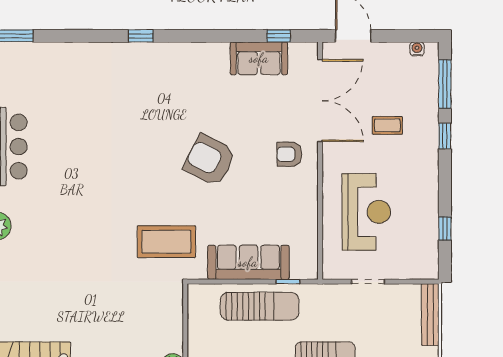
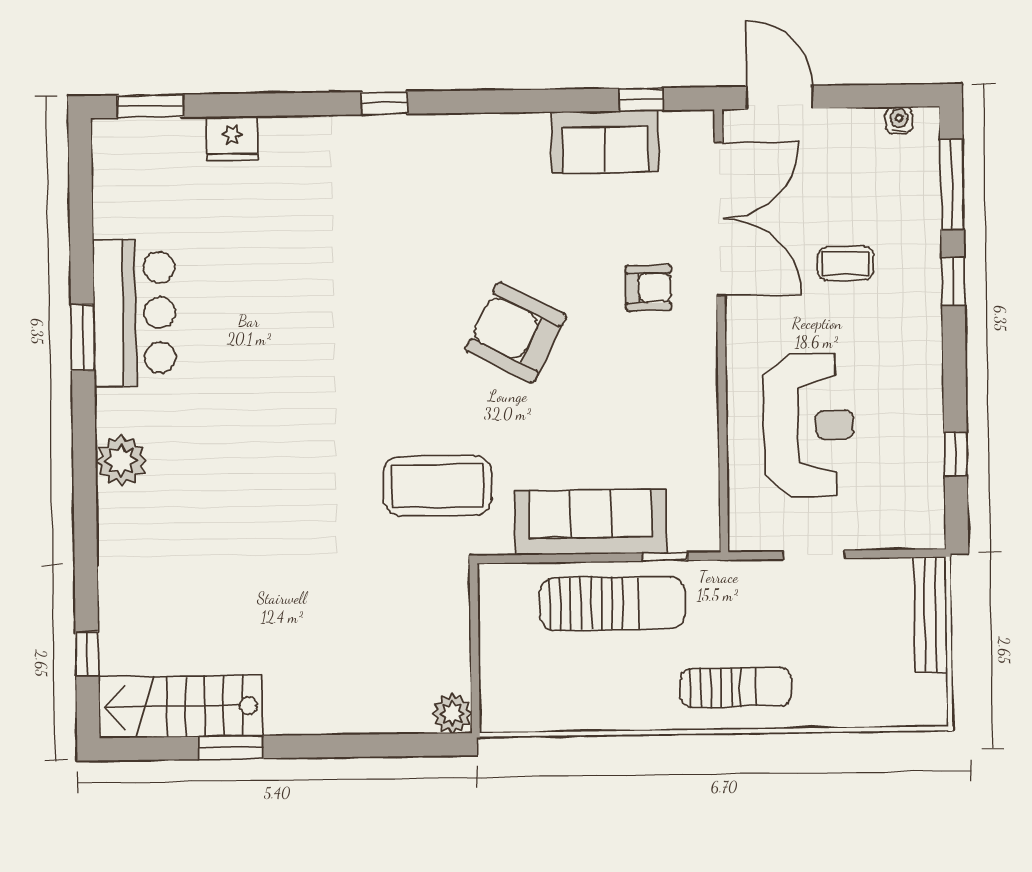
fridge: (59, 54) -> (232, 138), added
armchair: (289, 154) -> (648, 288), moved, turned 180

